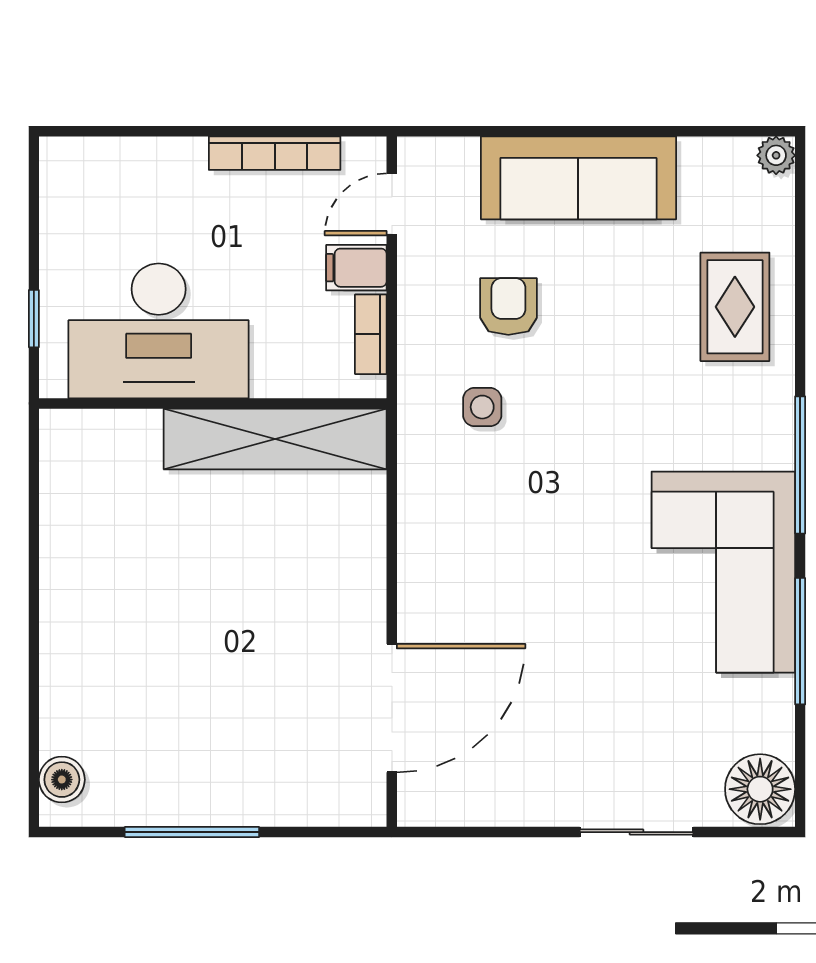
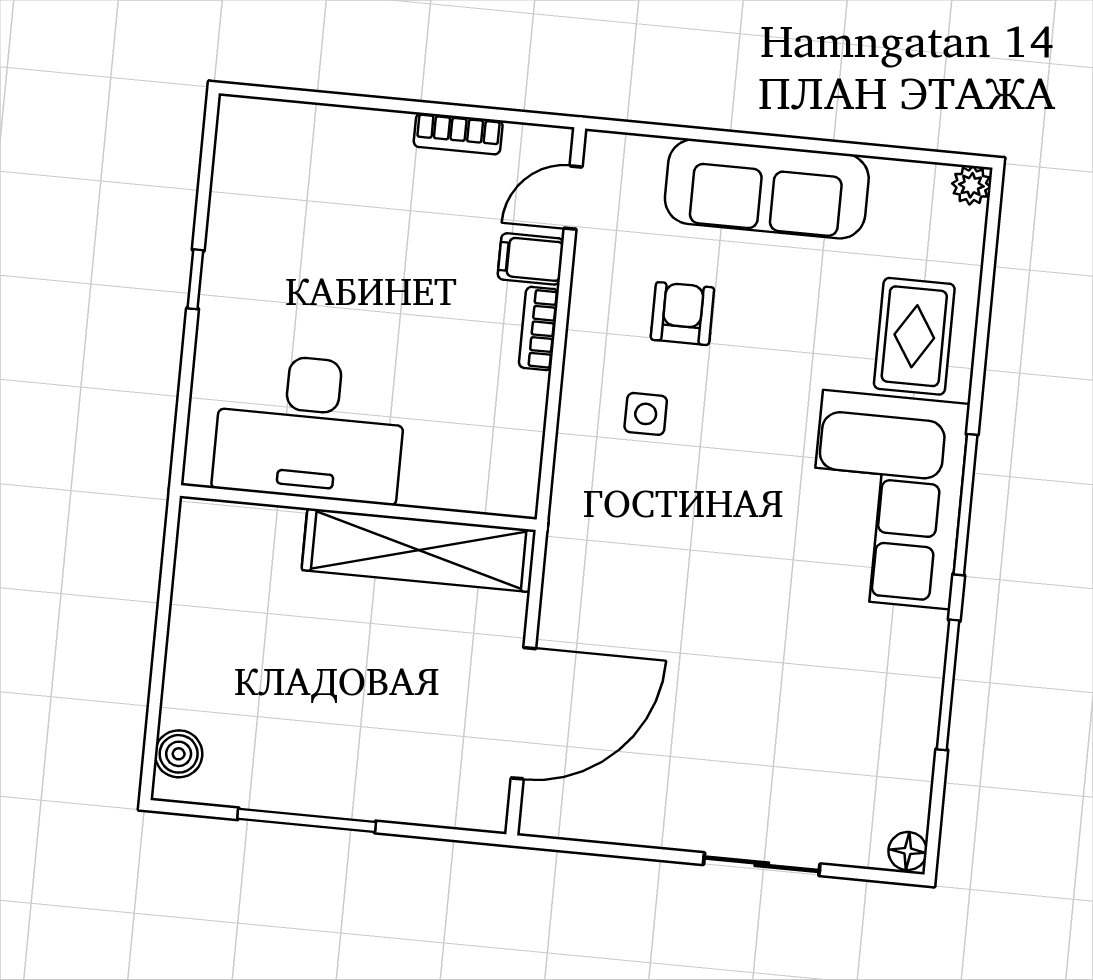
bookcase: (275, 153) -> (458, 134), width x0.64
desk: (159, 331) -> (310, 428), moved
wall: (213, 403) -> (358, 508), moved
shelving: (275, 439) -> (419, 550), moved
corner sofa: (723, 572) -> (887, 500), moved
floor lamp: (760, 789) -> (908, 851), width x0.53, depth x0.53

